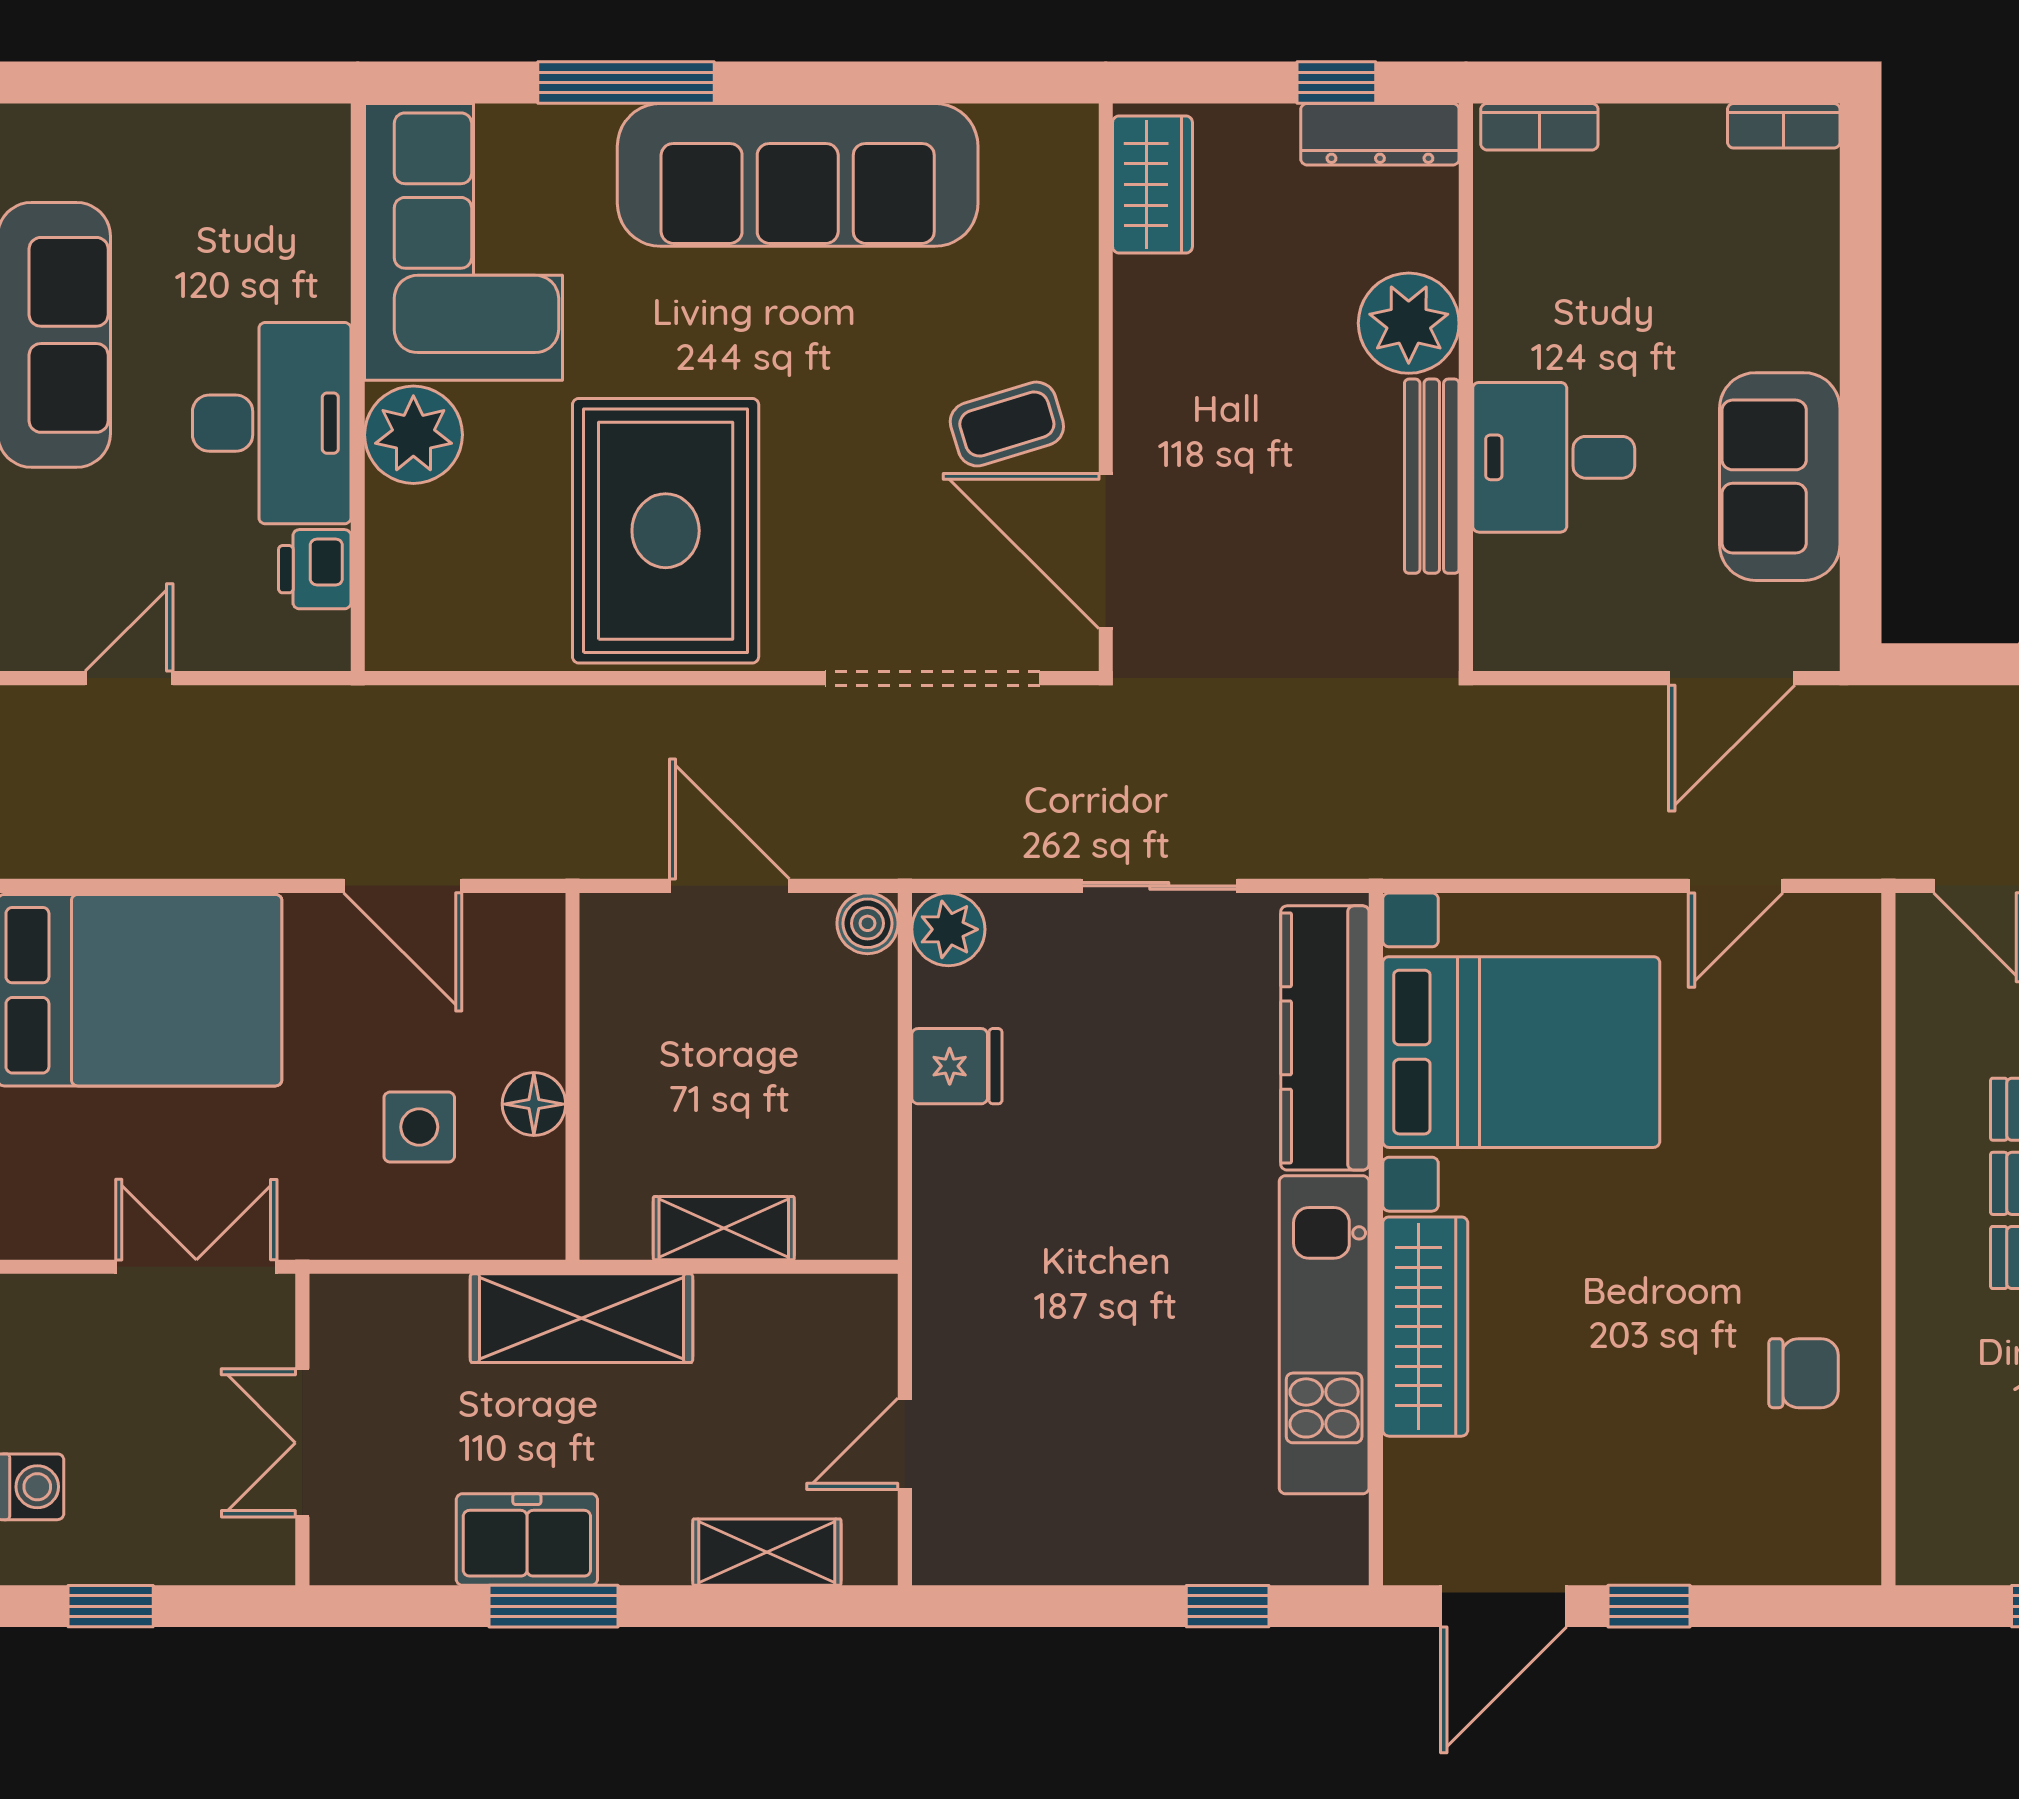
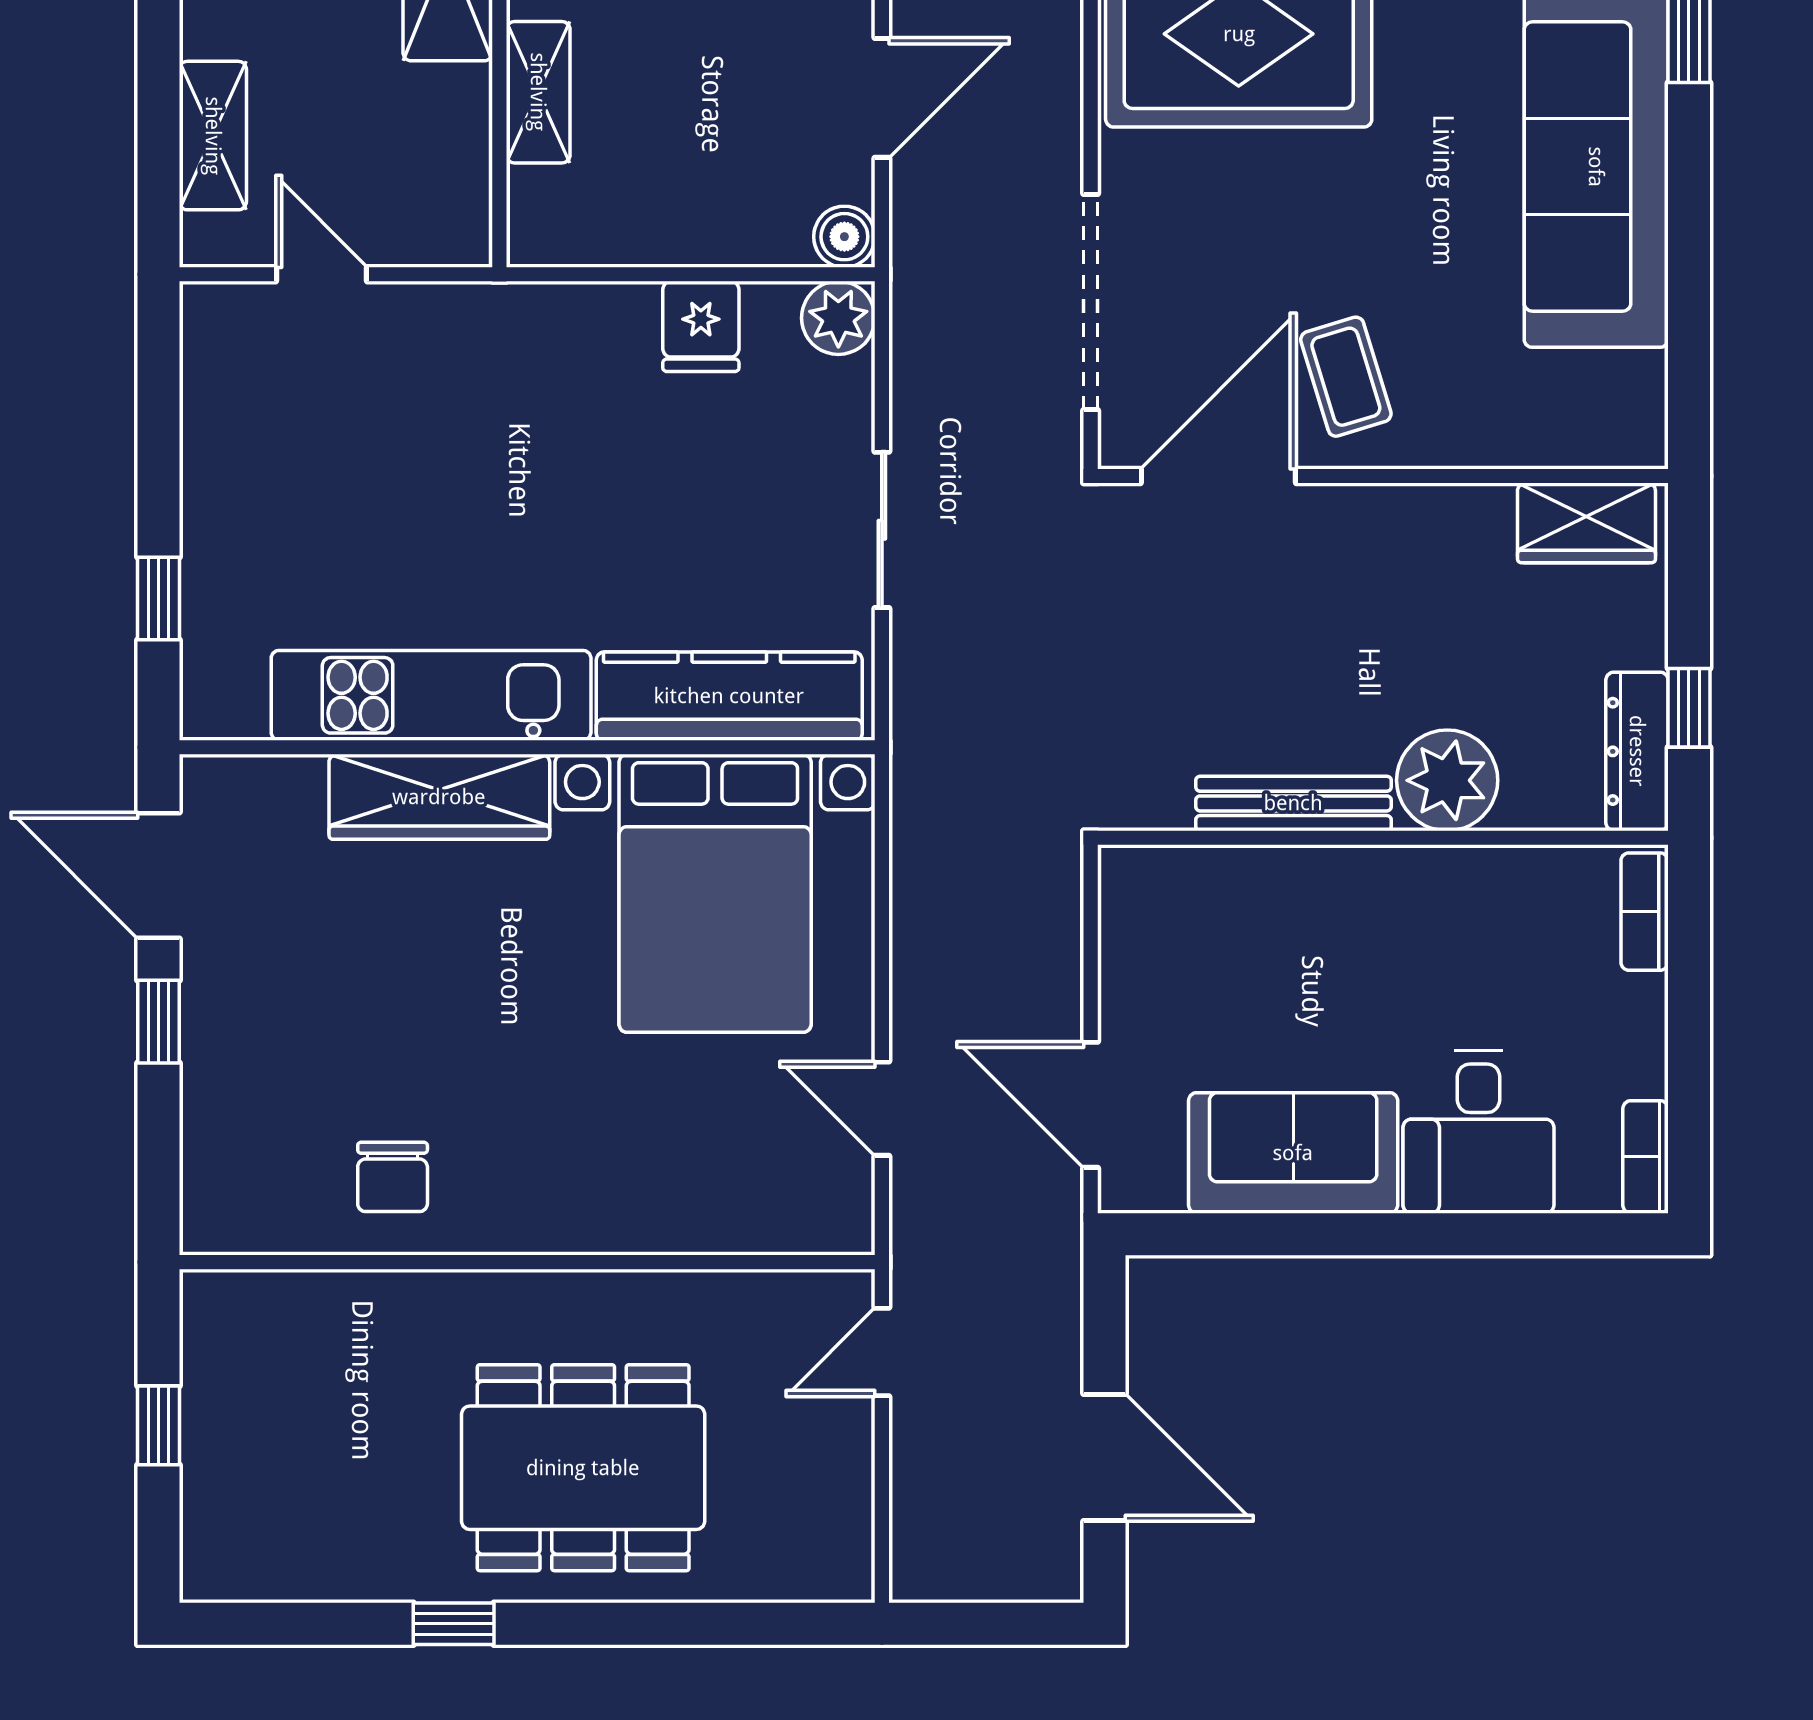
desk: (1554, 457) -> (1479, 1132), moved, turned 180

